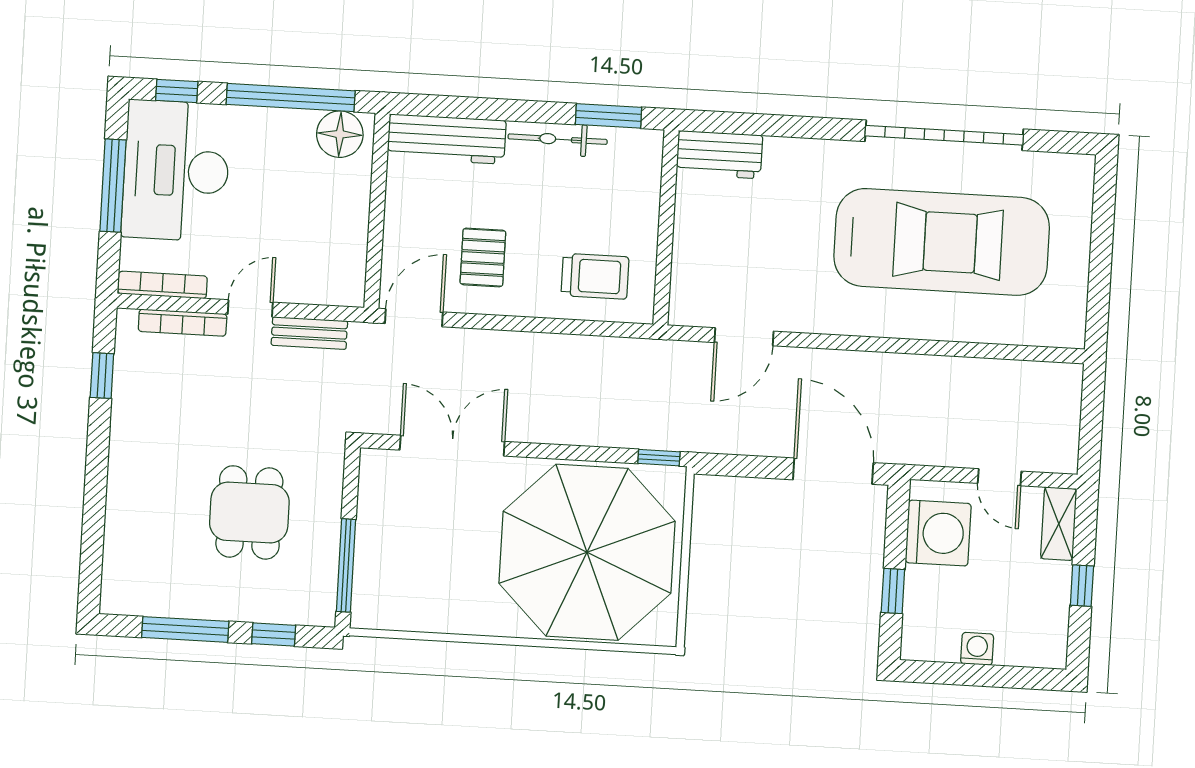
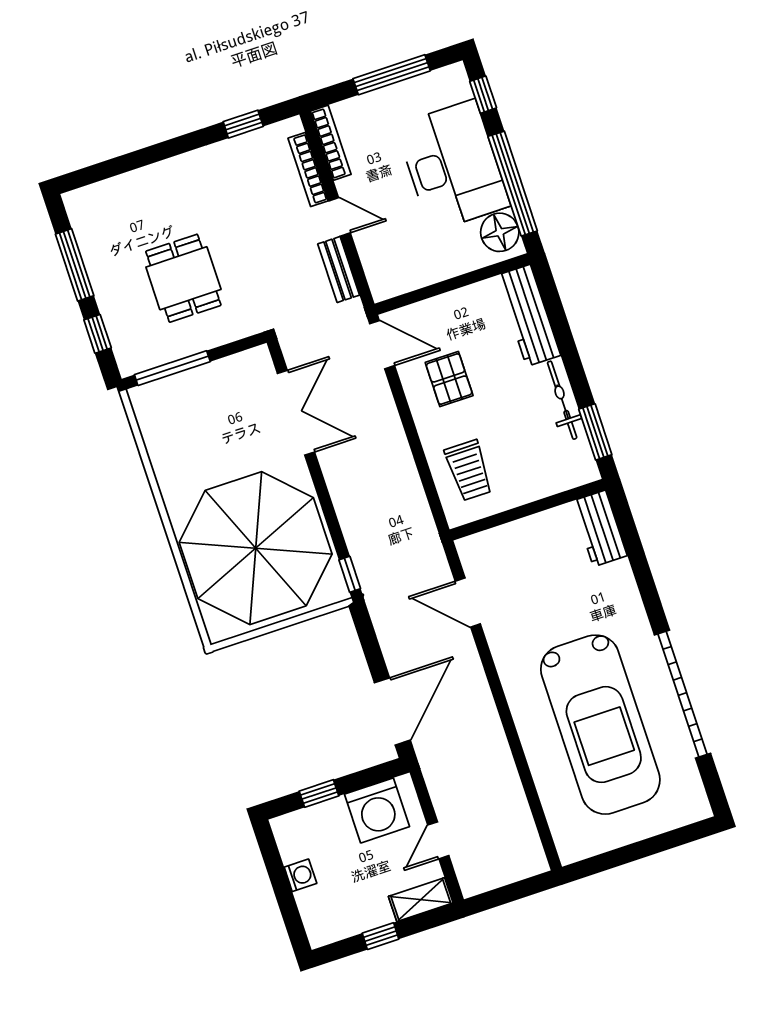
desk: (176, 171) -> (453, 166), moved, turned 90
pallet: (483, 257) -> (449, 379), turned 90
dining table: (249, 512) -> (183, 278), turned 90

